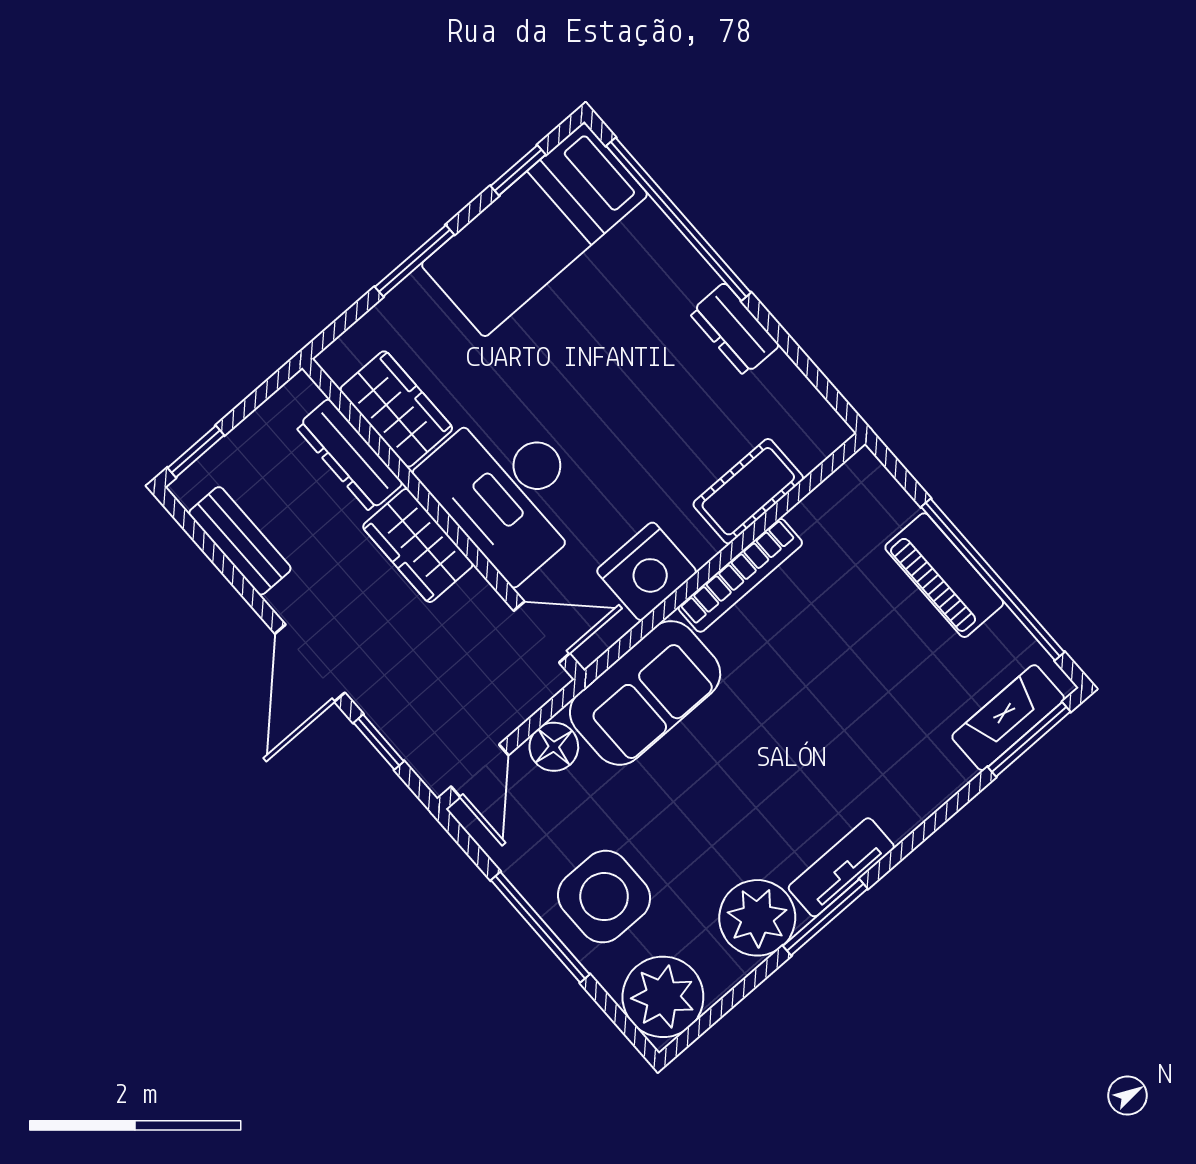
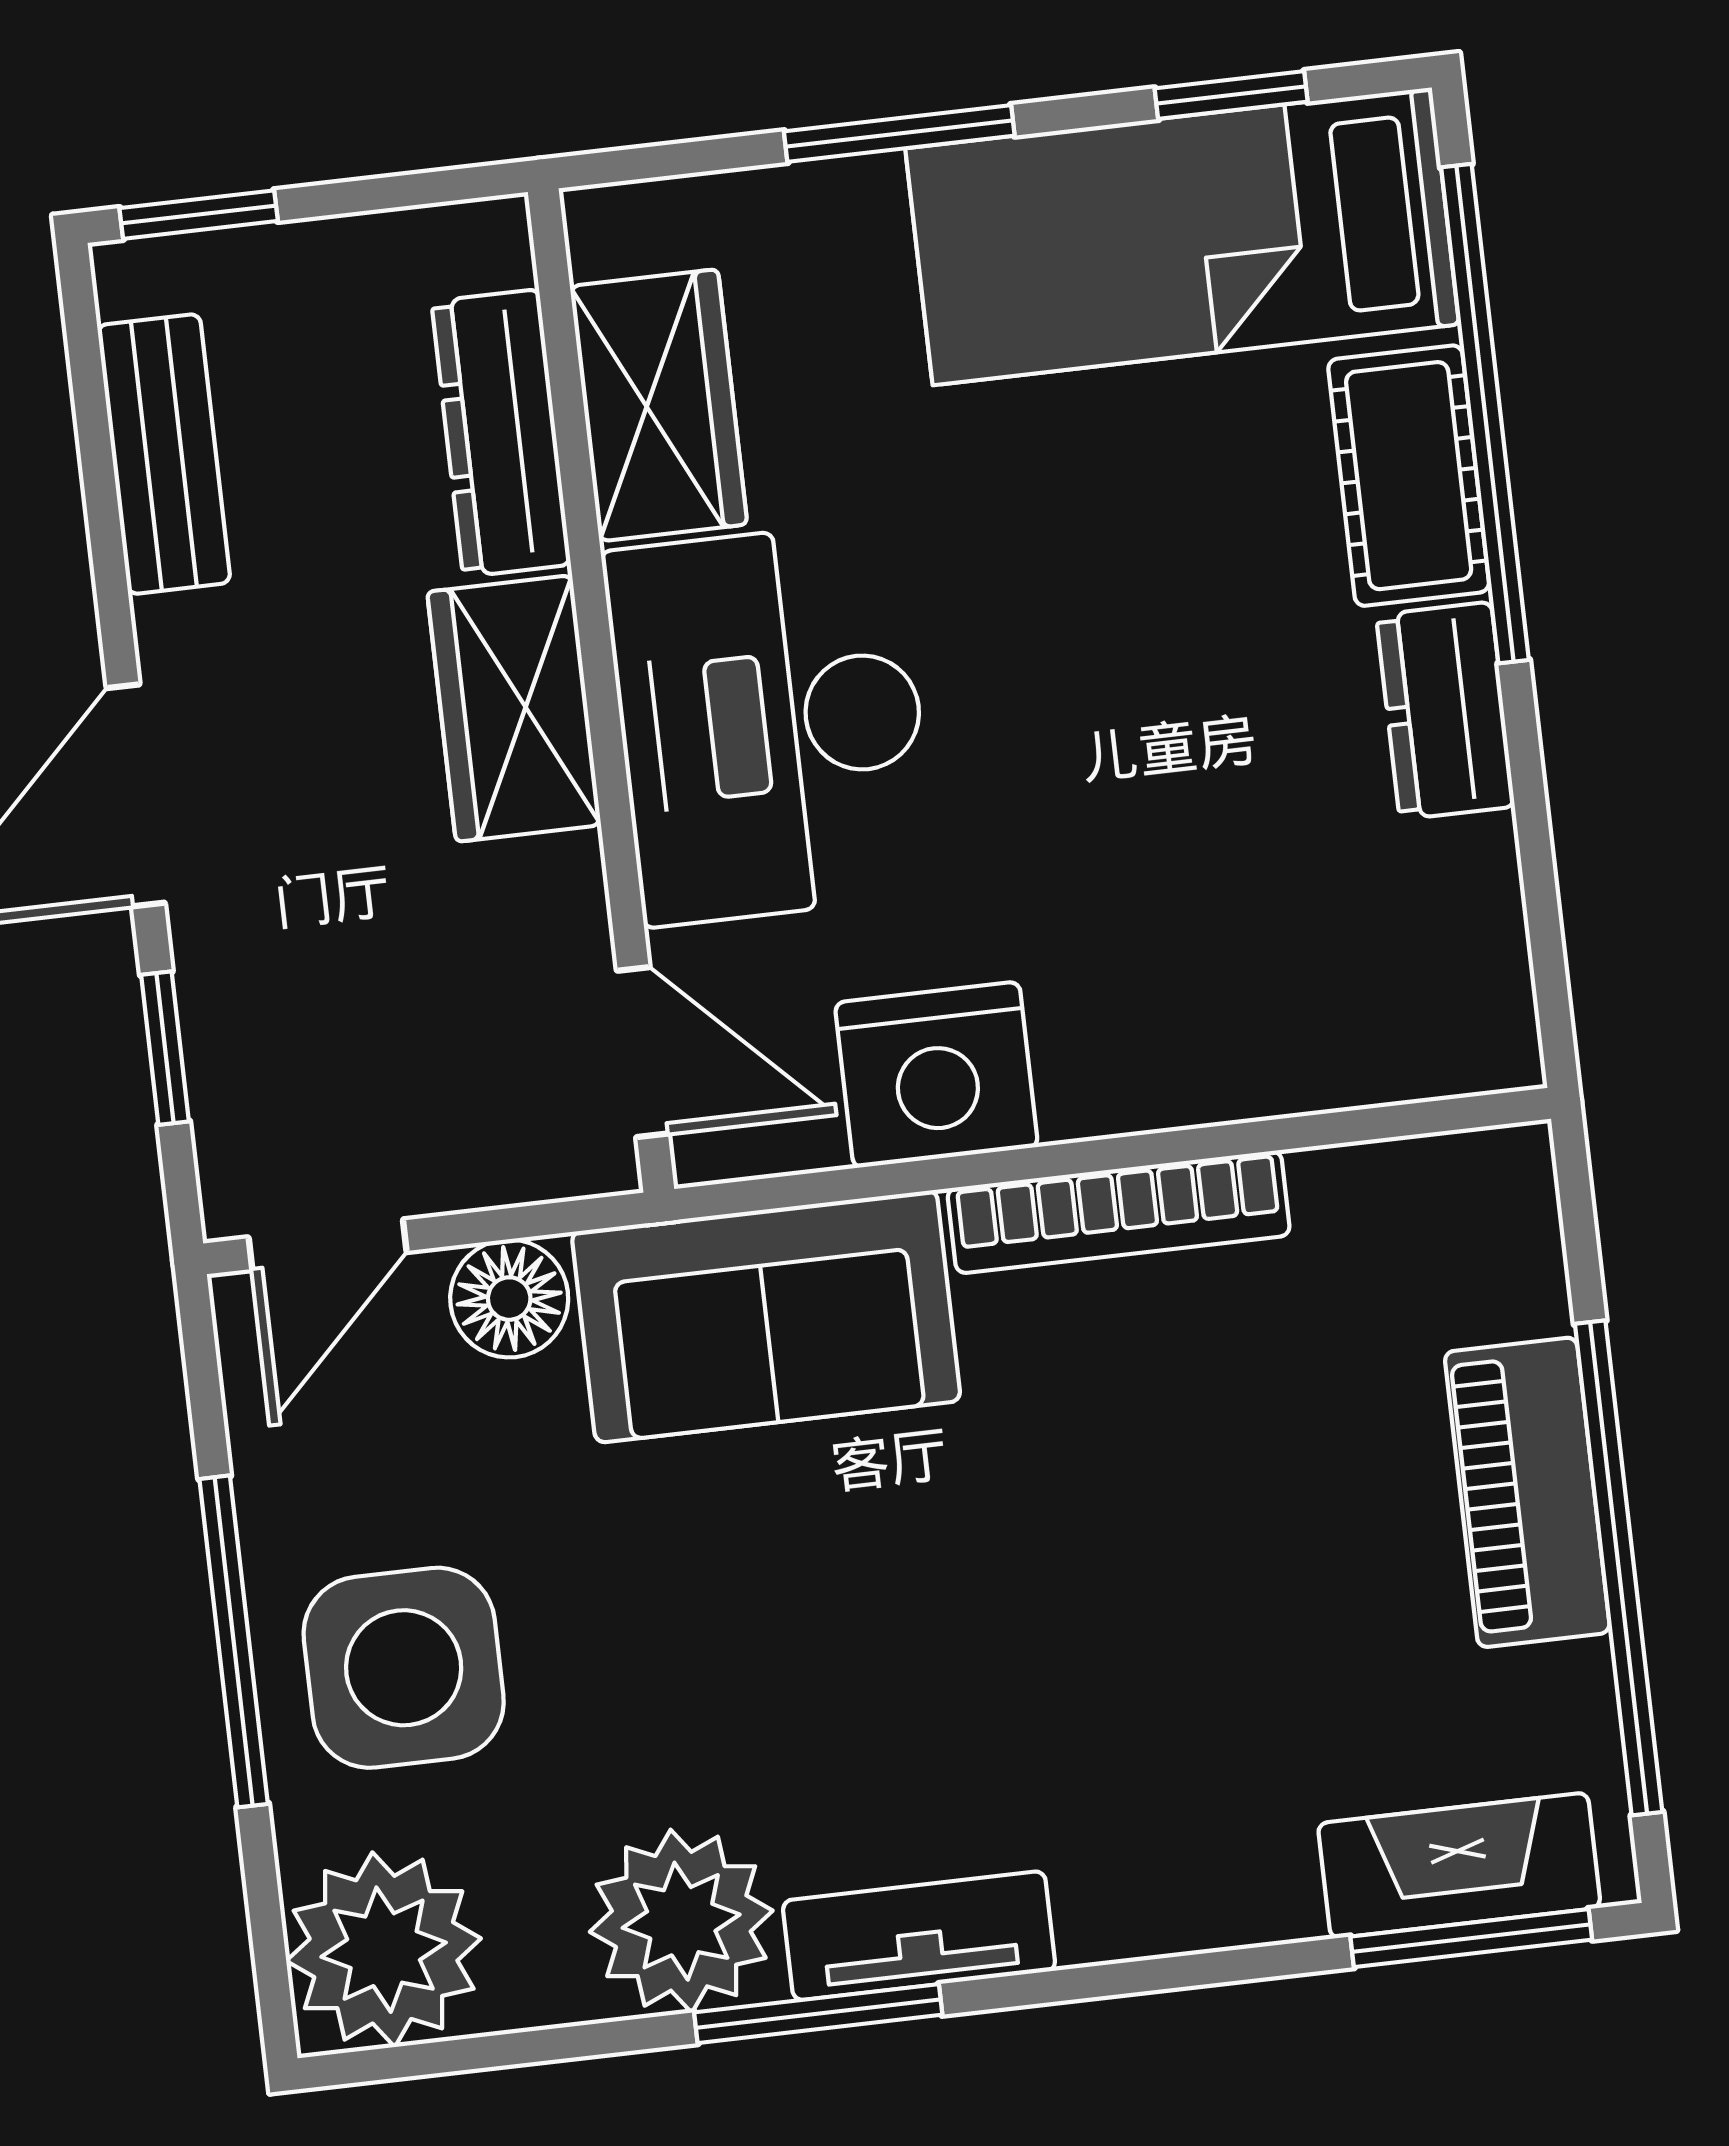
cot: (748, 491) -> (1409, 476), moved, turned 90

